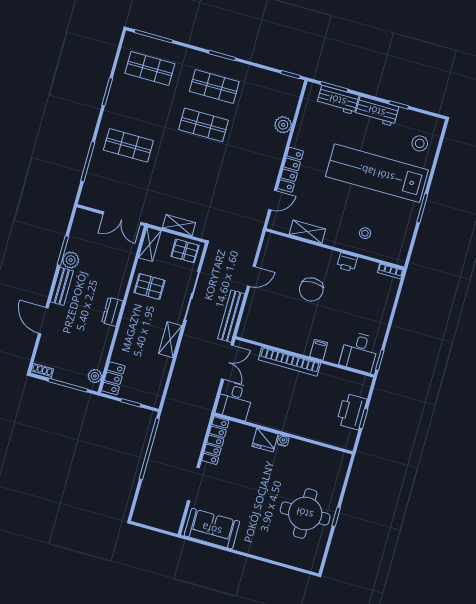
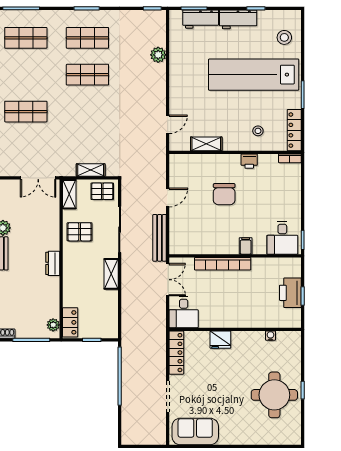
locker: (291, 170) -> (294, 130), moved, turned 180
water cooler: (283, 441) -> (271, 336), moved

